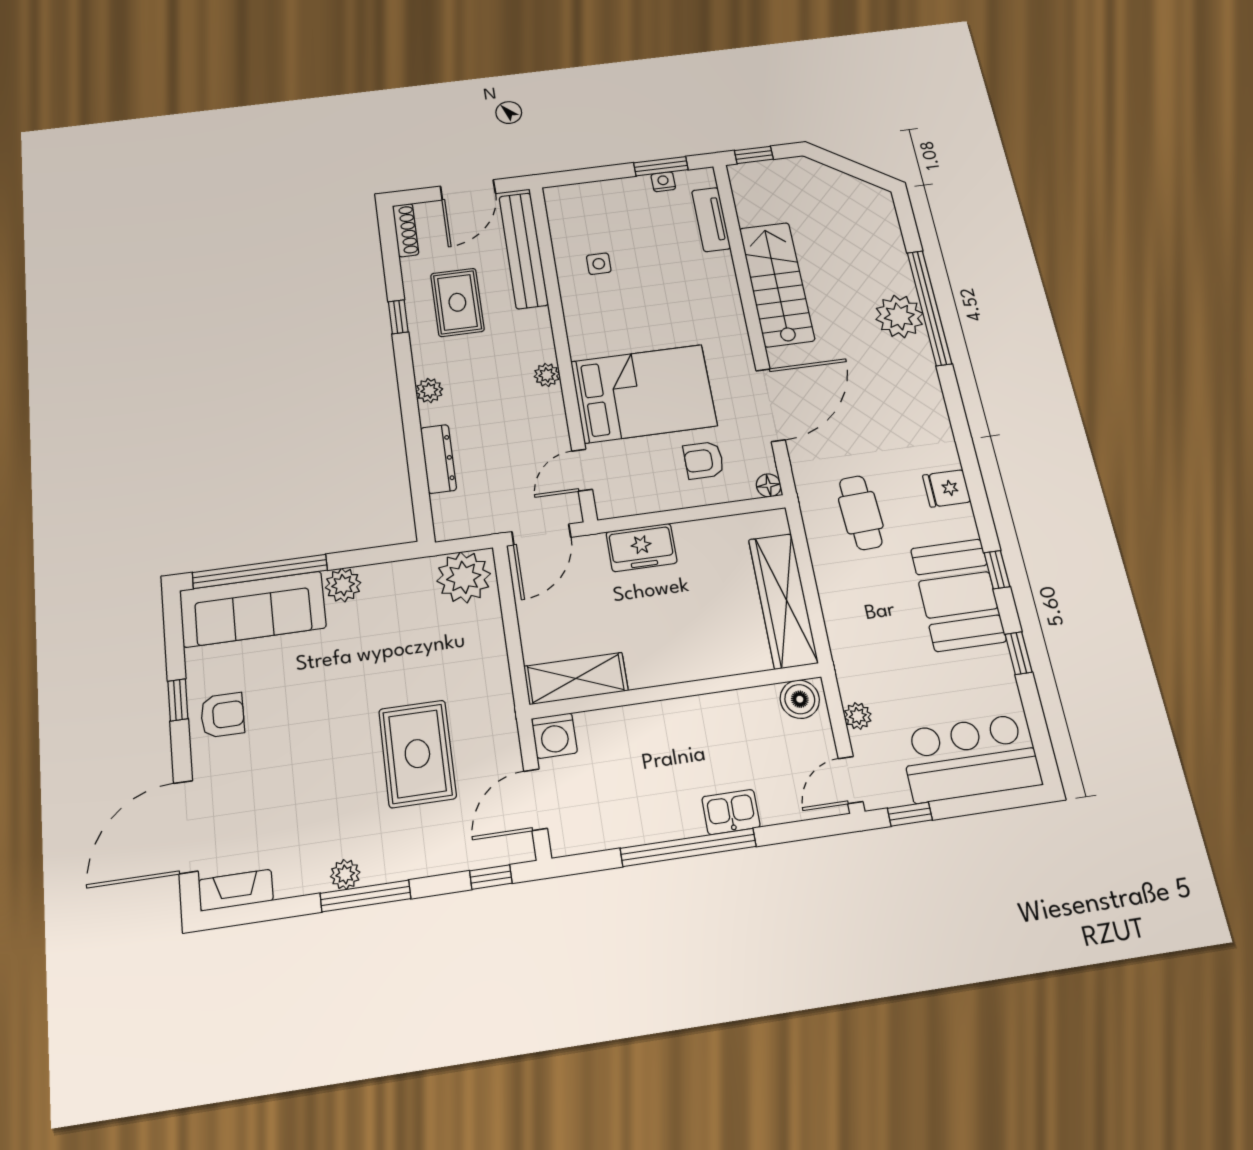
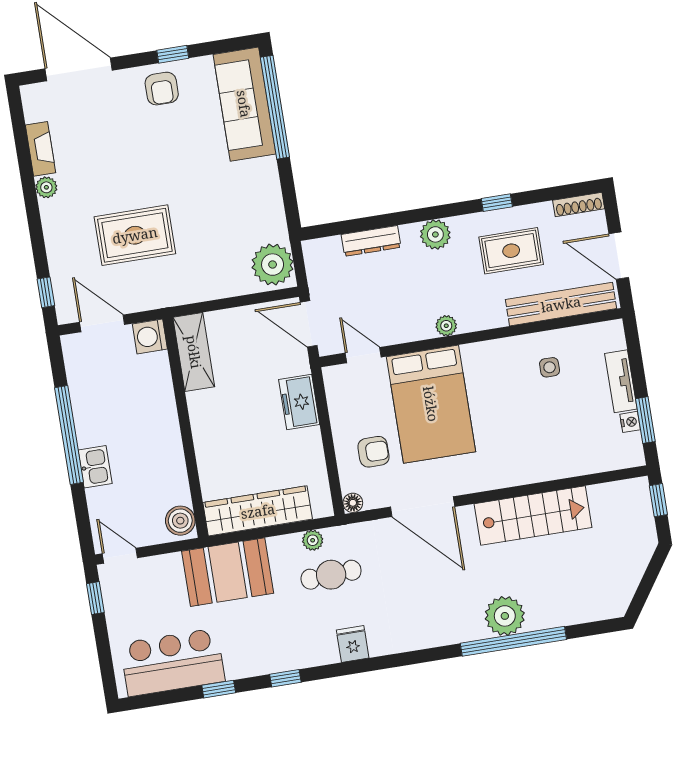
tv unit: (711, 219) -> (621, 381), moved, turned -90
plant: (429, 391) -> (435, 234), width x1.38, depth x1.38
armchair: (704, 460) -> (373, 452), turned 90
plant: (343, 585) -> (265, 172), removed
booth: (958, 595) -> (228, 572), moved
plant: (858, 716) -> (313, 540), moved
bar counter: (970, 758) -> (173, 662), moved, turned -90
fireplace: (236, 890) -> (41, 149), moved
window: (365, 896) -> (31, 203), removed

